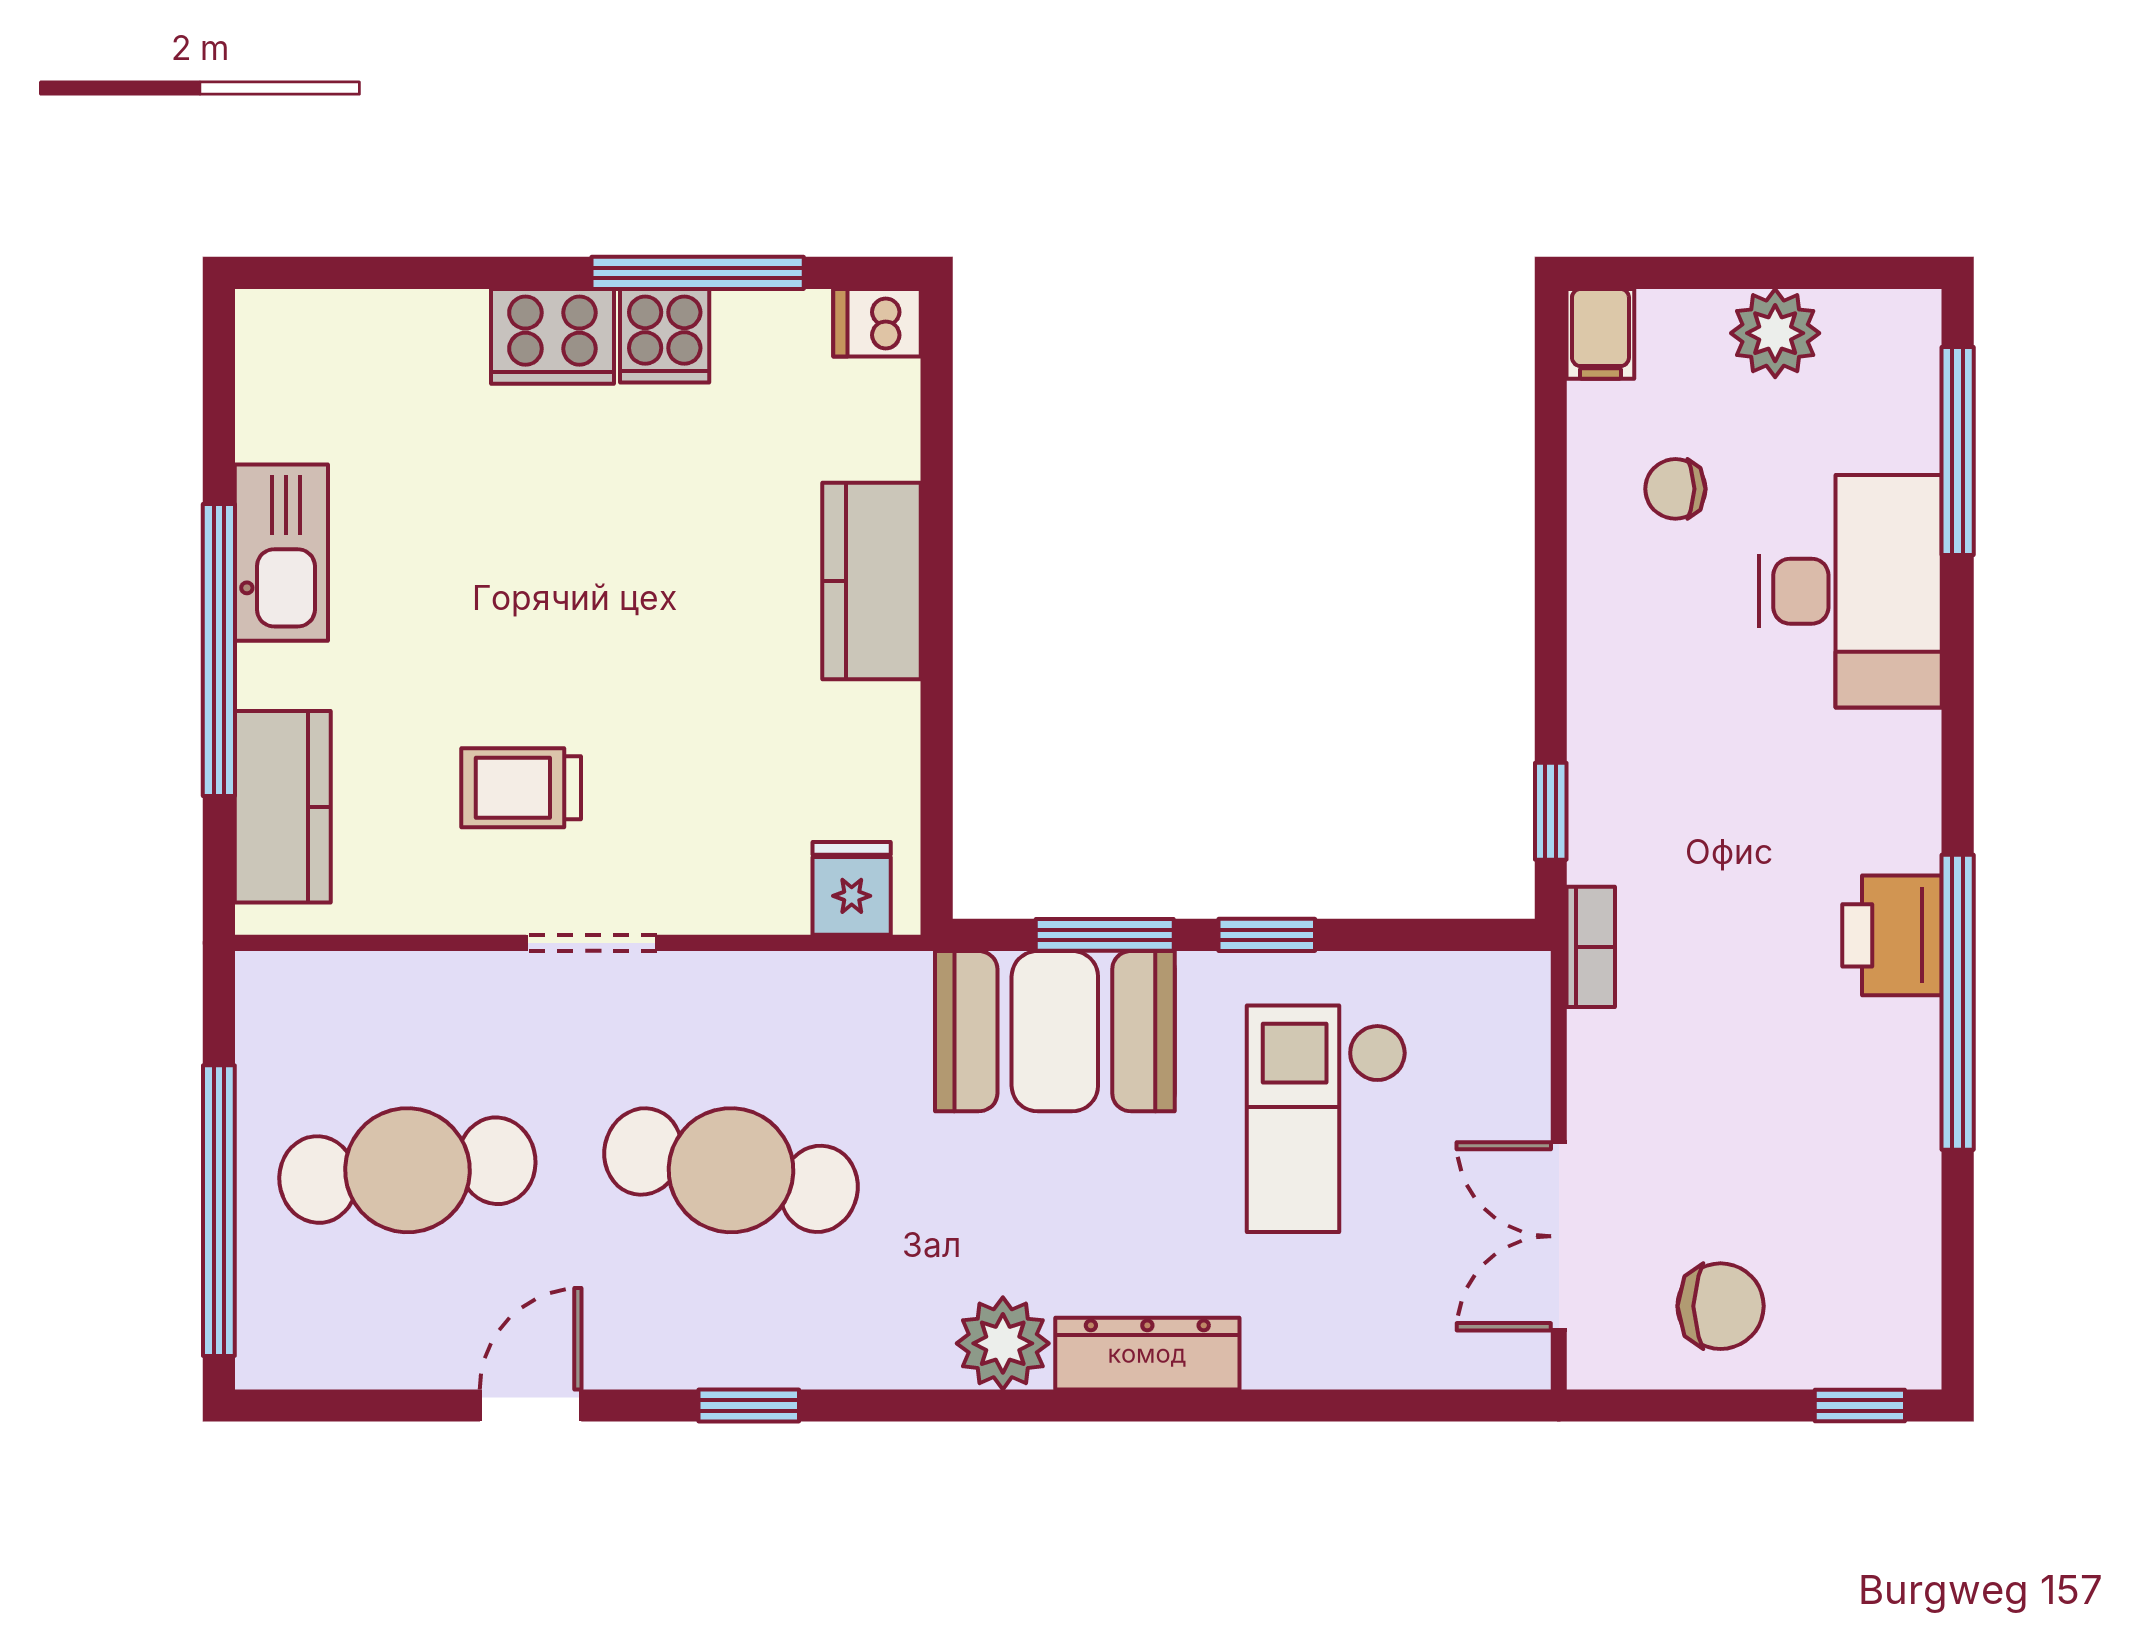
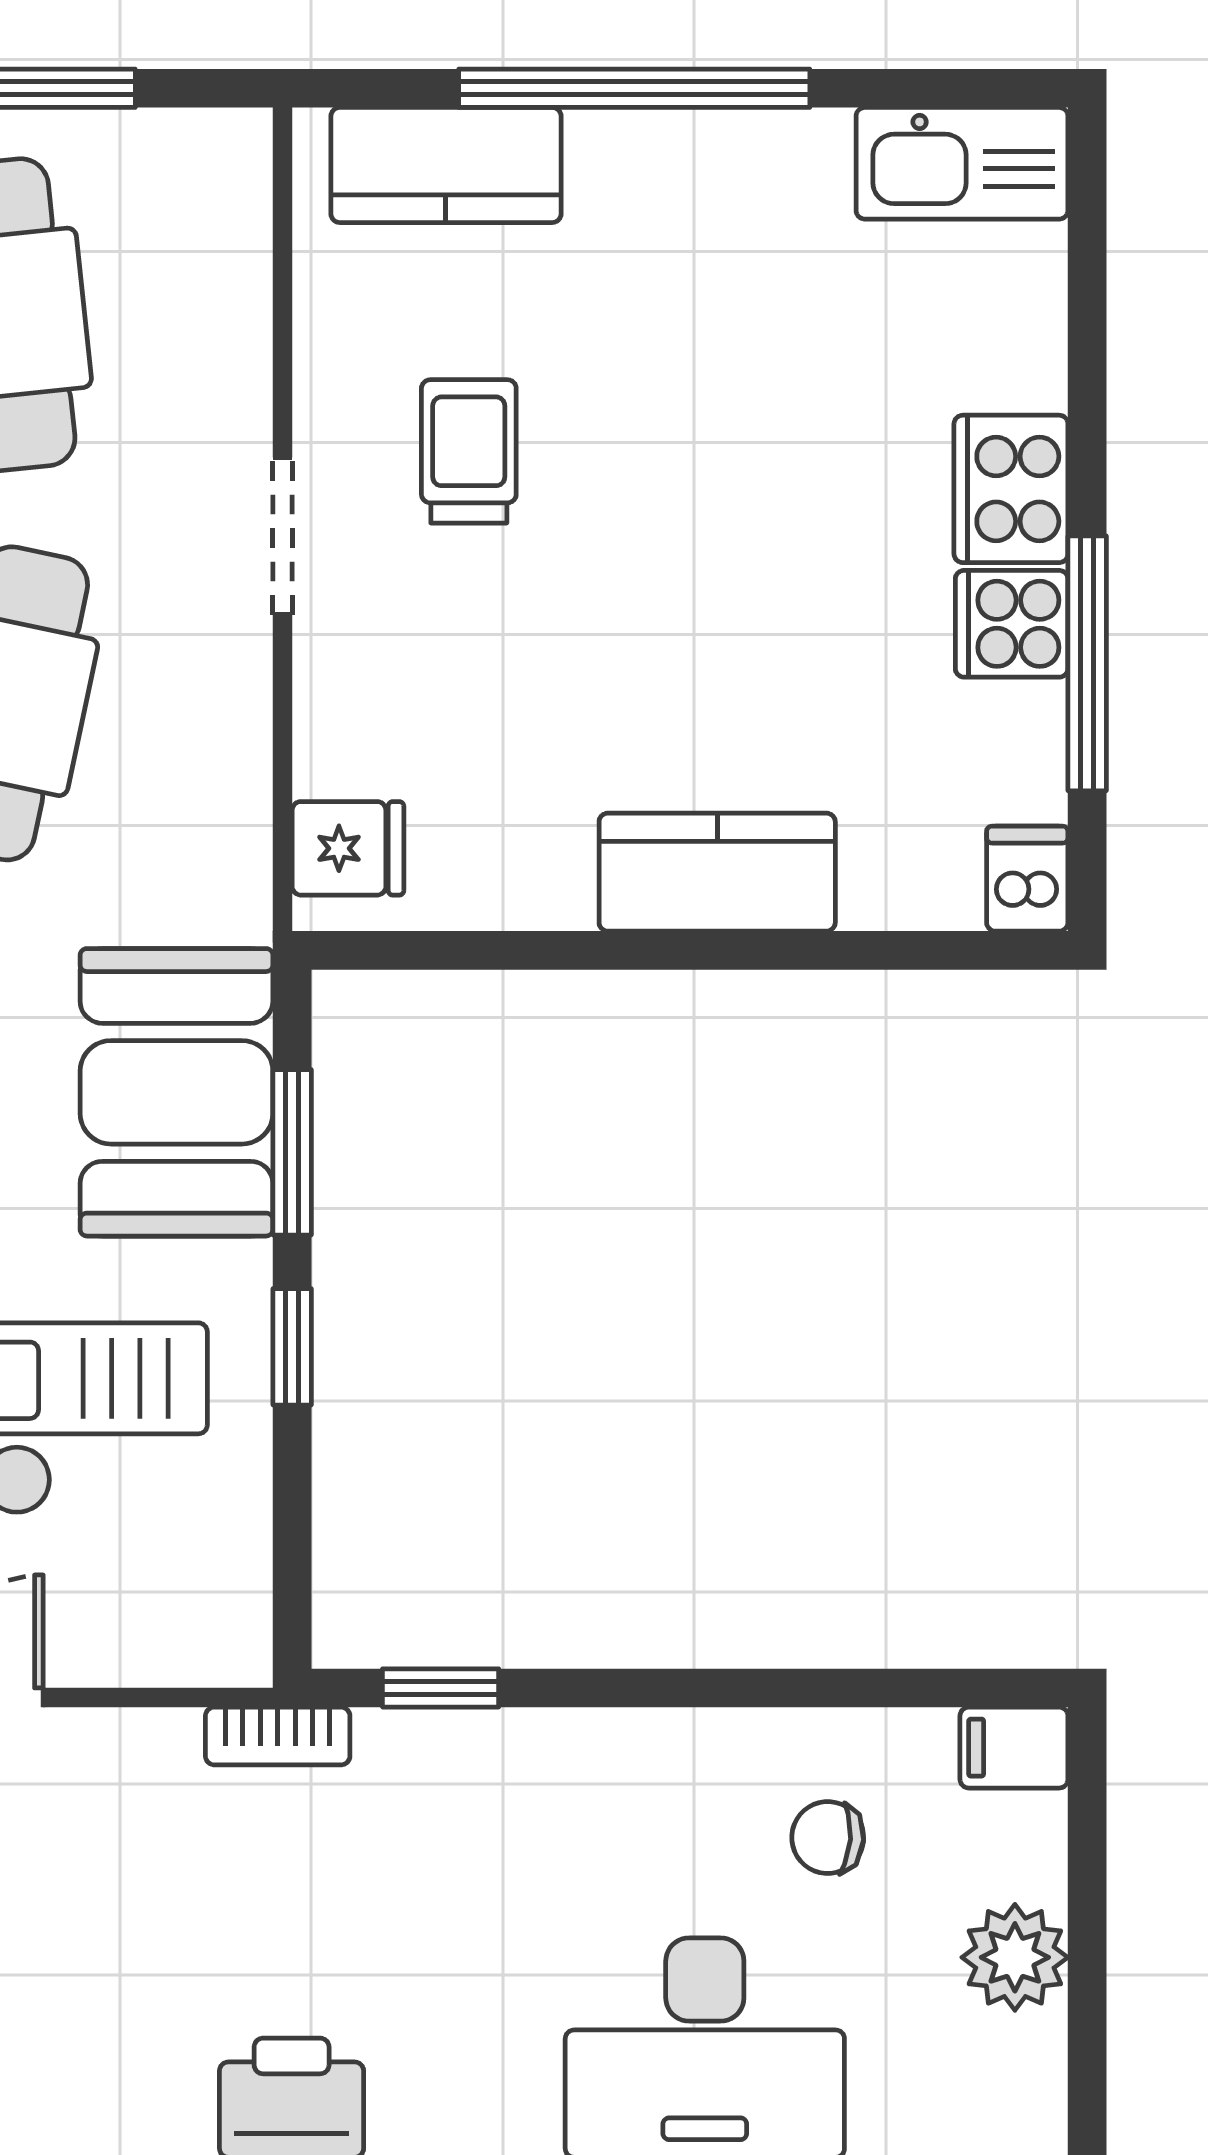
chair: (1675, 489) -> (828, 1838), turned -86
kitchen sink: (281, 553) -> (962, 163), moved

